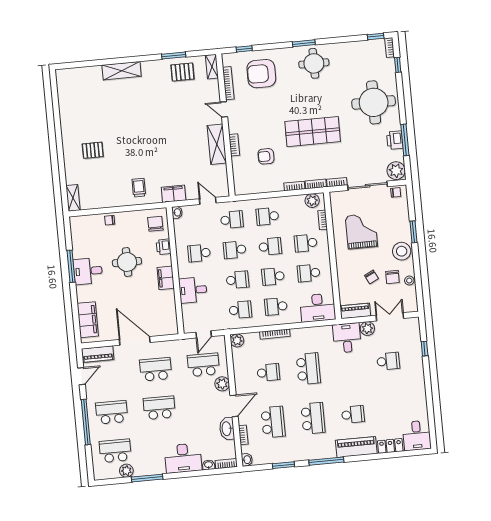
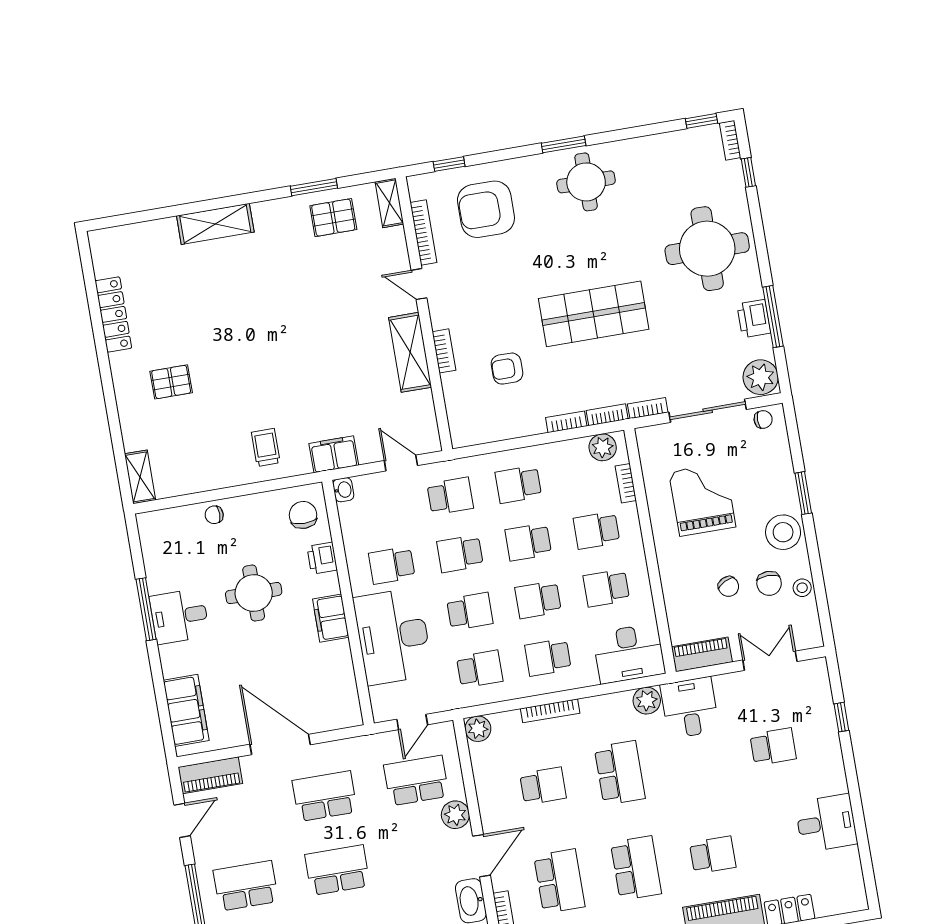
locker: (66, 113) -> (113, 314), added
school desk: (270, 246) -> (528, 542), turned 180
desk: (193, 290) -> (393, 636), width x1.87, depth x1.30
plant: (367, 329) -> (647, 701), moved
desk: (417, 435) -> (826, 823), moved, turned -90

